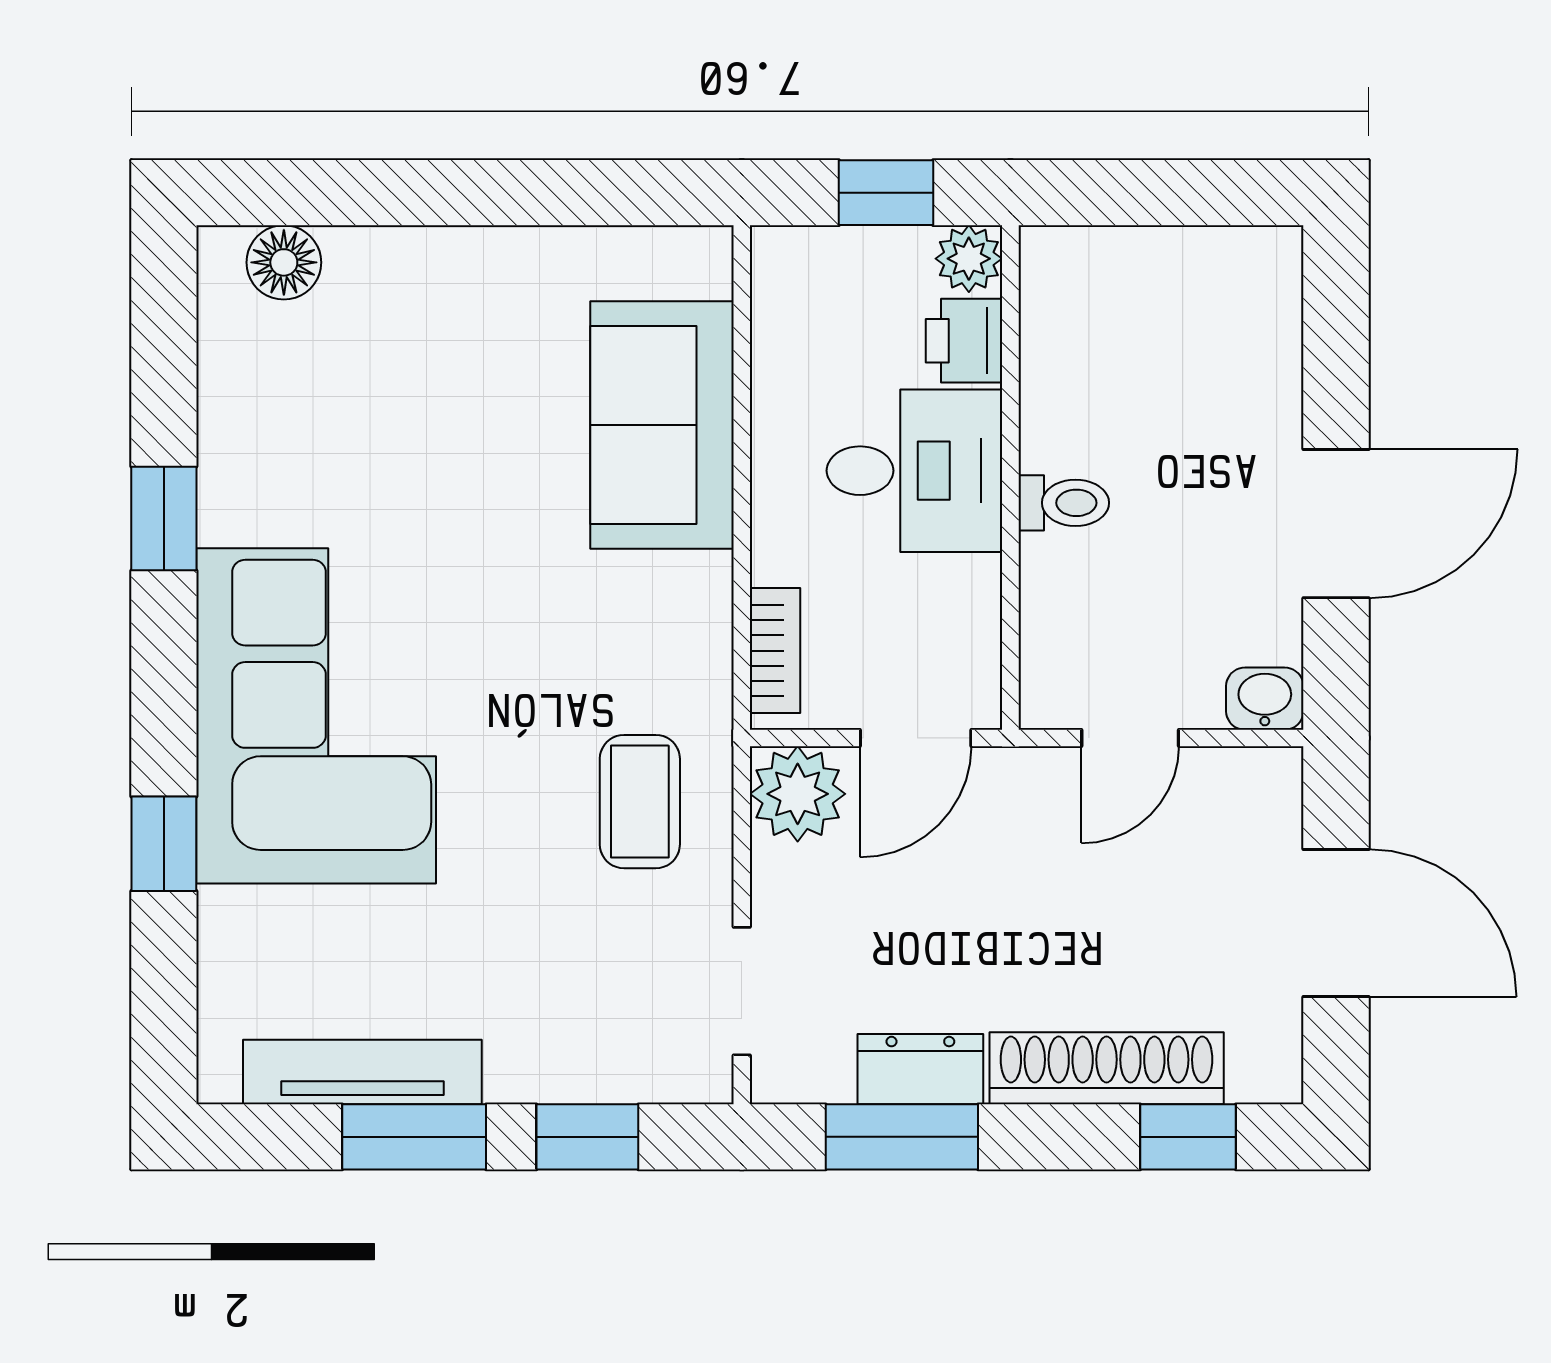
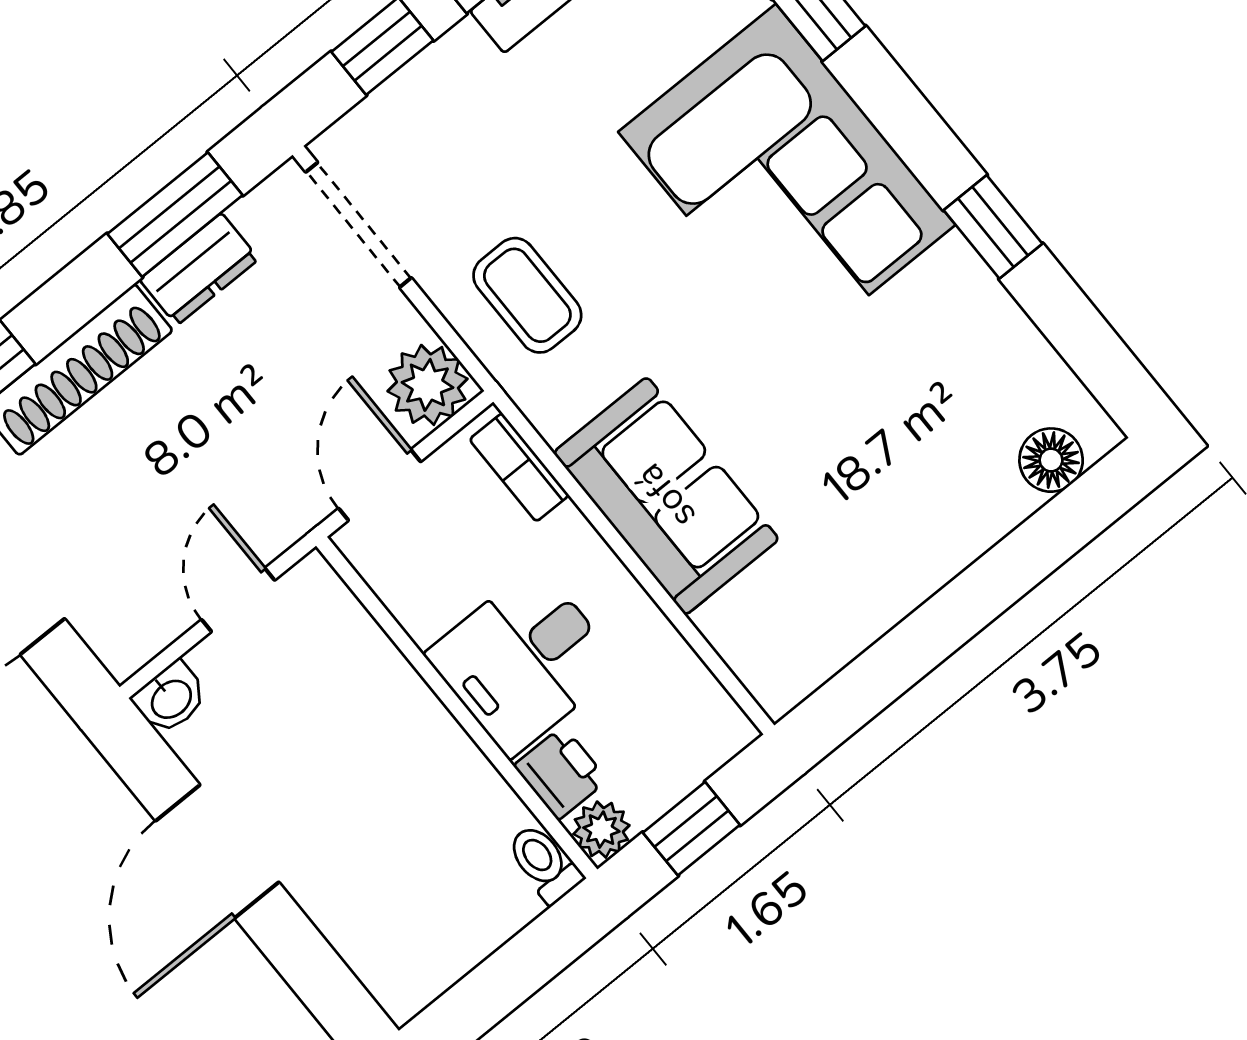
sofa: (662, 425) -> (666, 496), moved
toilet: (1064, 503) -> (544, 863), moved, turned 90
doorway: (742, 991) -> (359, 225), width x1.38

